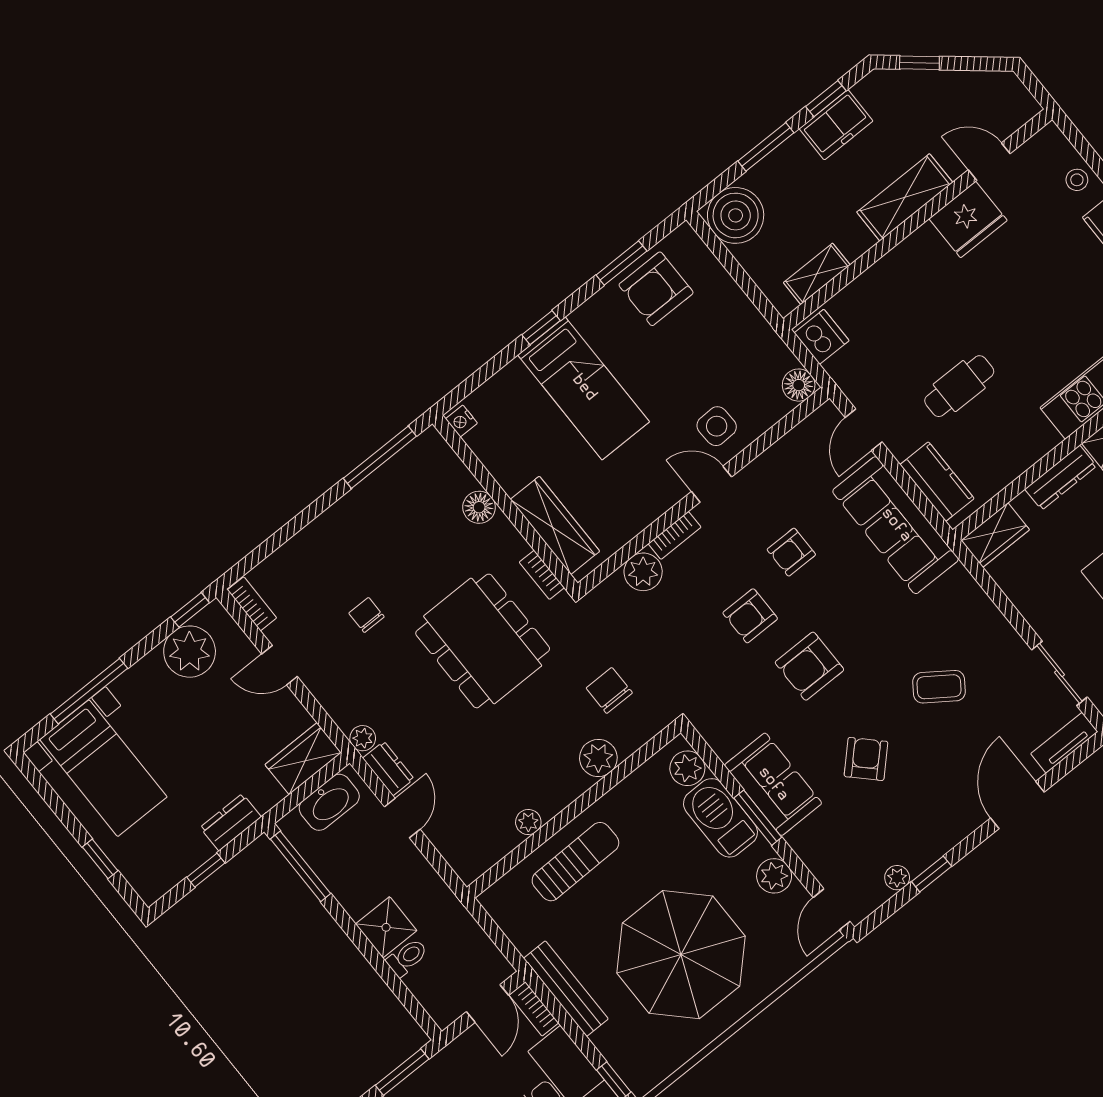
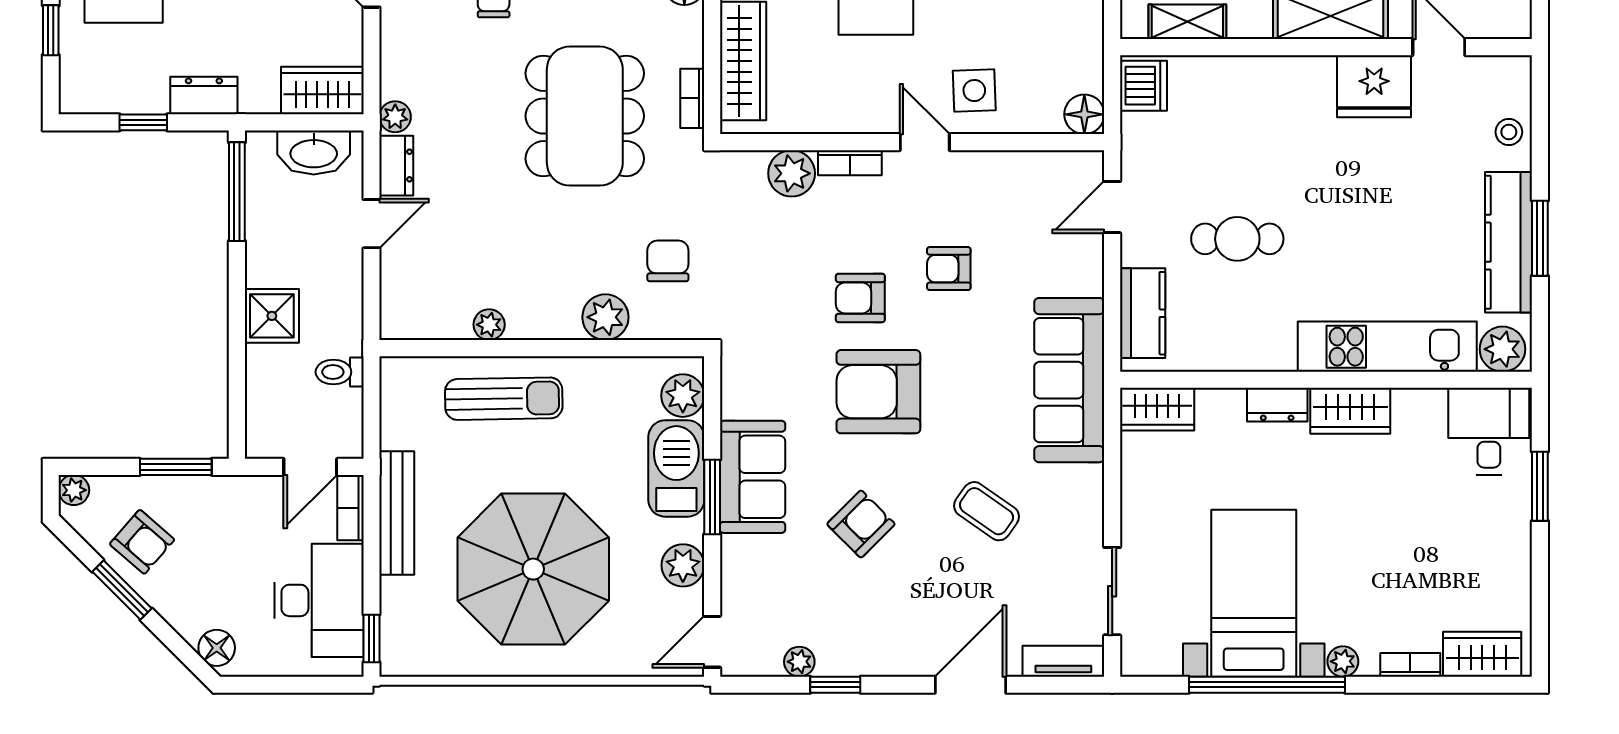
dresser: (1061, 478) -> (1277, 405), width x0.70
sofa: (896, 525) -> (1069, 380), moved
armchair: (809, 666) -> (878, 392), width x1.36, depth x1.36
toilet: (407, 957) -> (340, 372), moved, turned 180

